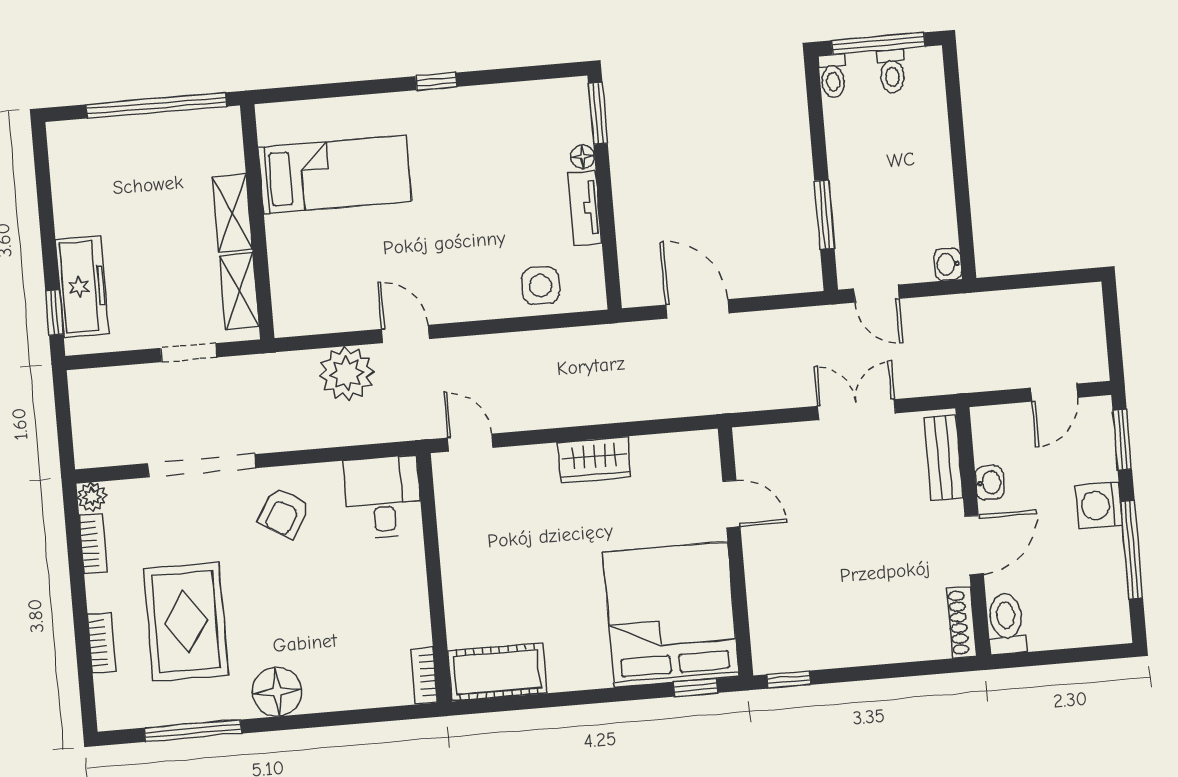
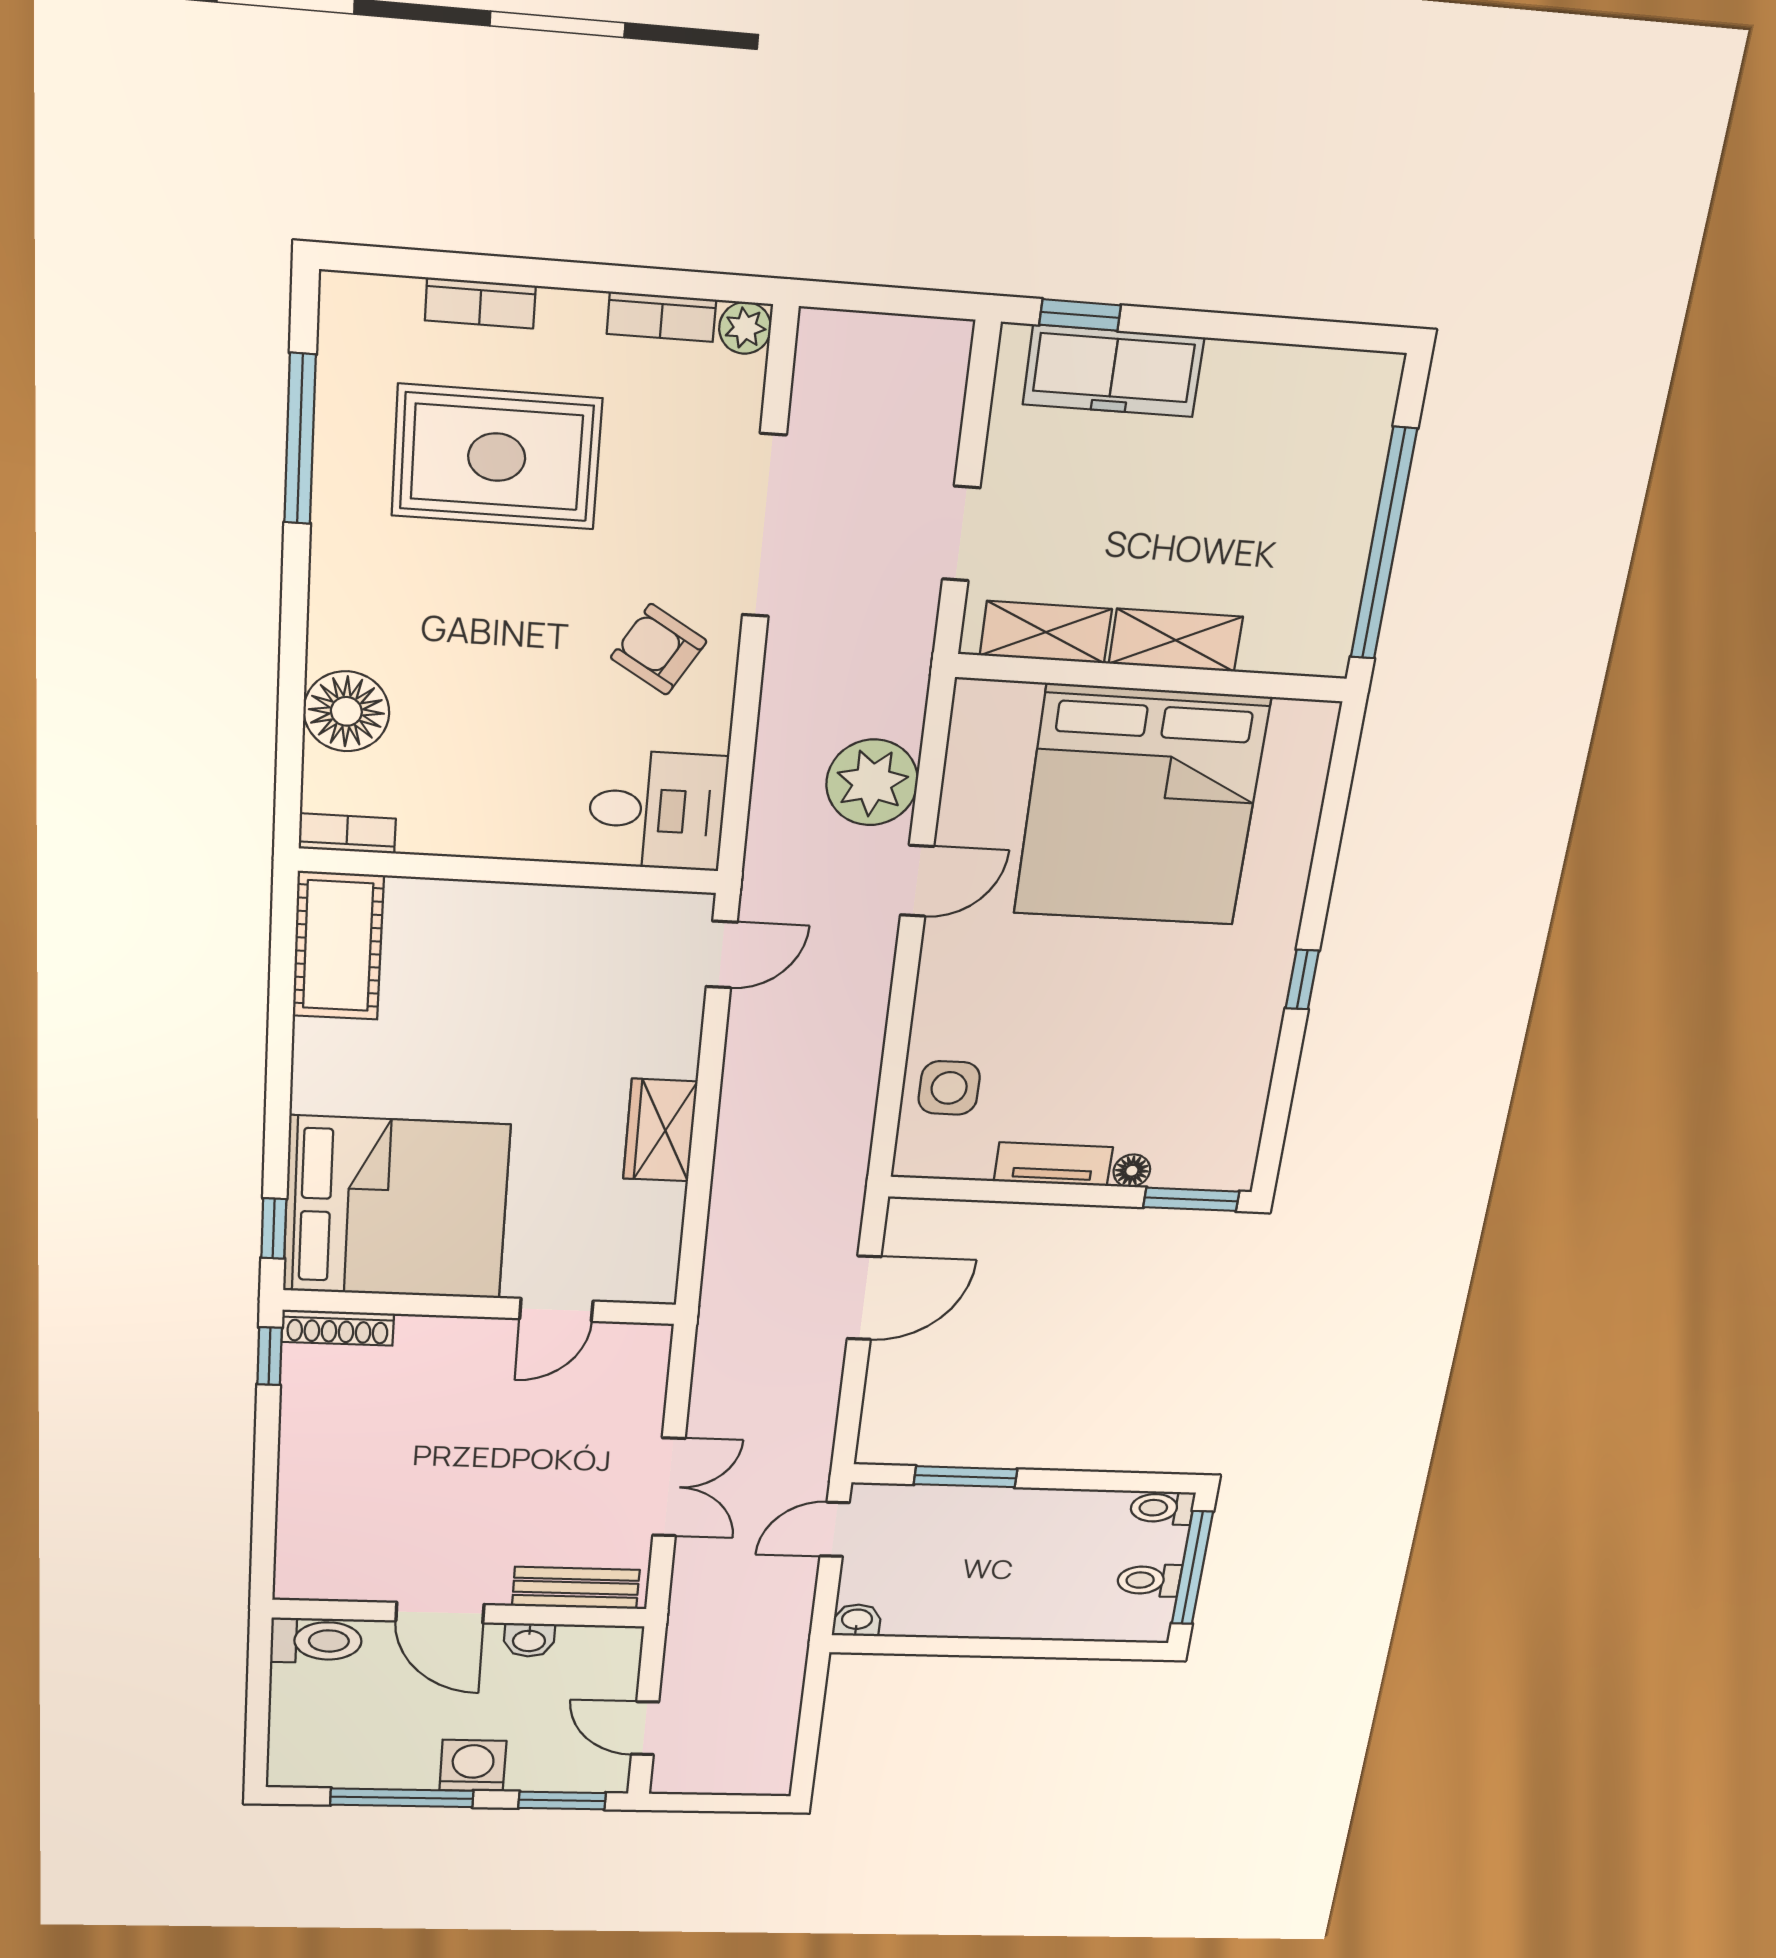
bed: (335, 174) -> (1141, 806), width x2.04
shoe rack: (962, 622) -> (338, 1328), moved, turned 180
floor lamp: (277, 692) -> (346, 711), moved

